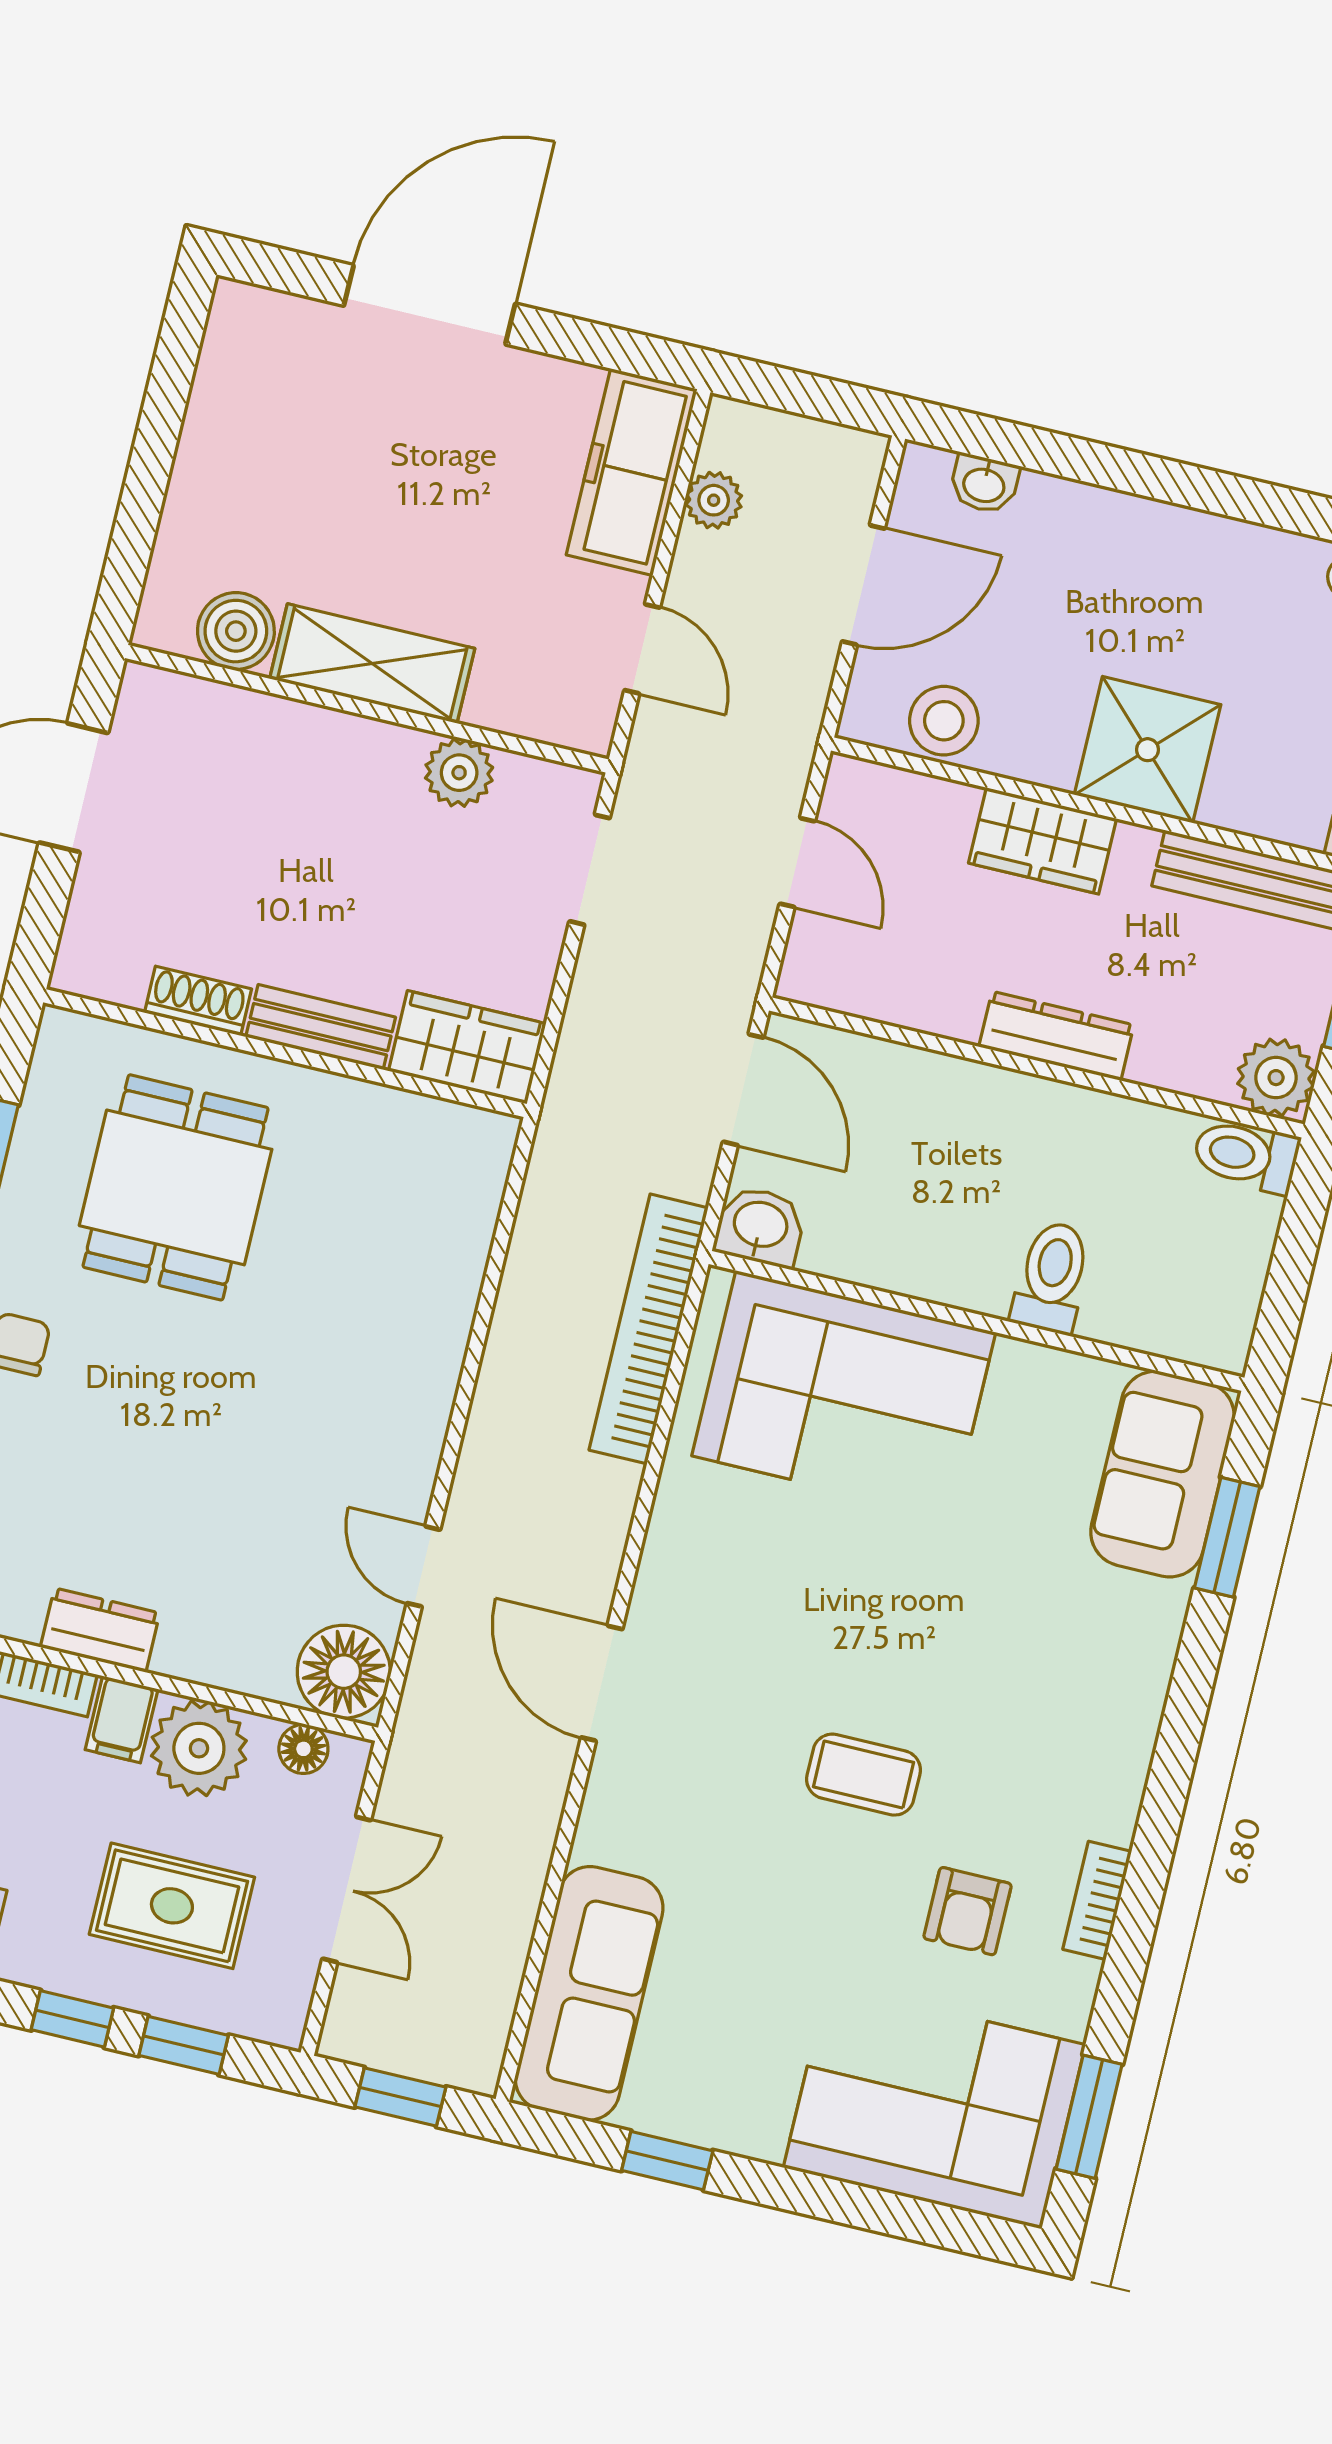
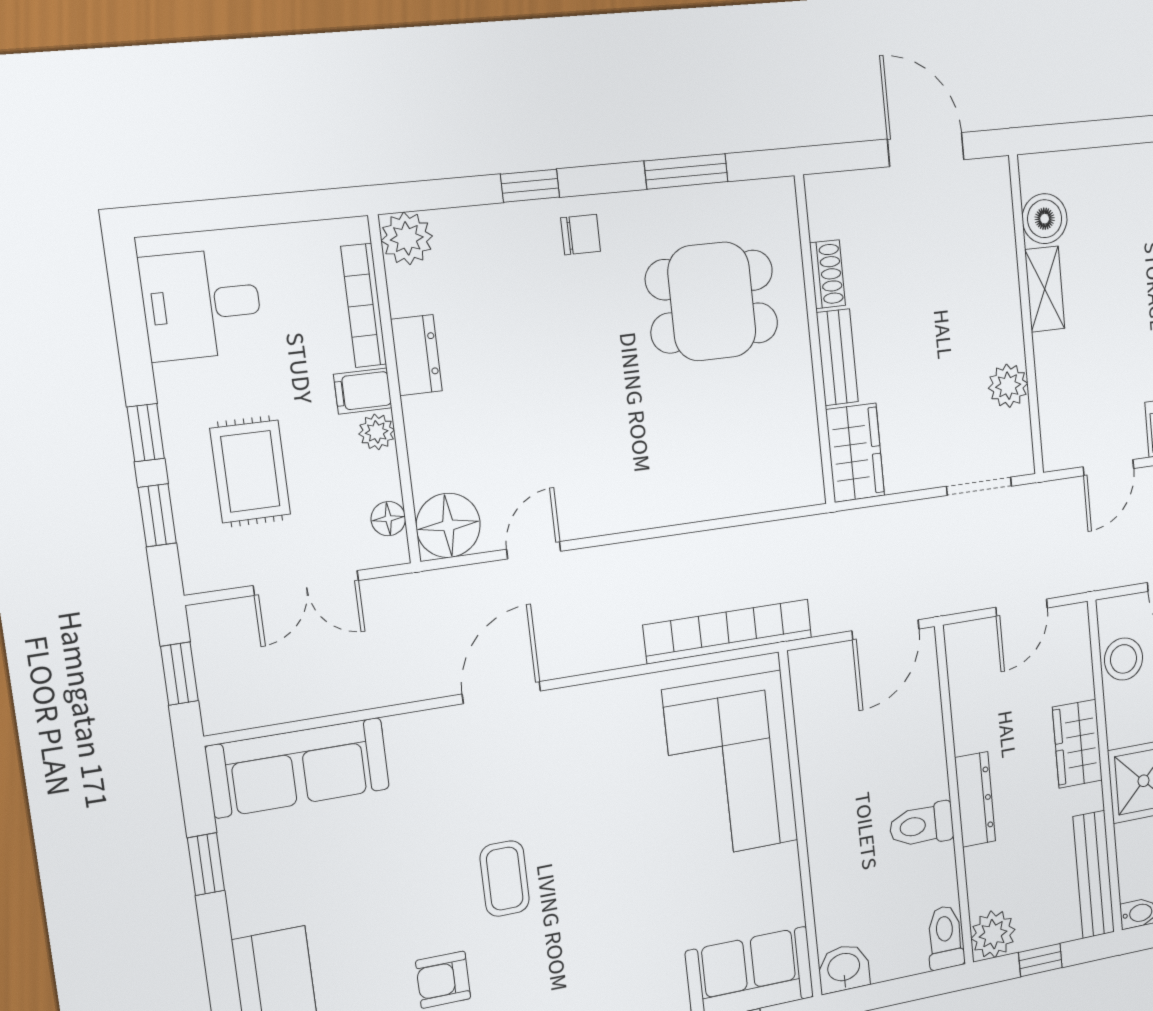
shelving: (372, 663) -> (1045, 289), width x0.67, depth x0.75
washbasin: (760, 1226) -> (844, 968), moved, turned -90
toilet: (1052, 1277) -> (921, 825), moved, turned 180
plant: (199, 1748) -> (377, 432), width x0.53, depth x0.53

